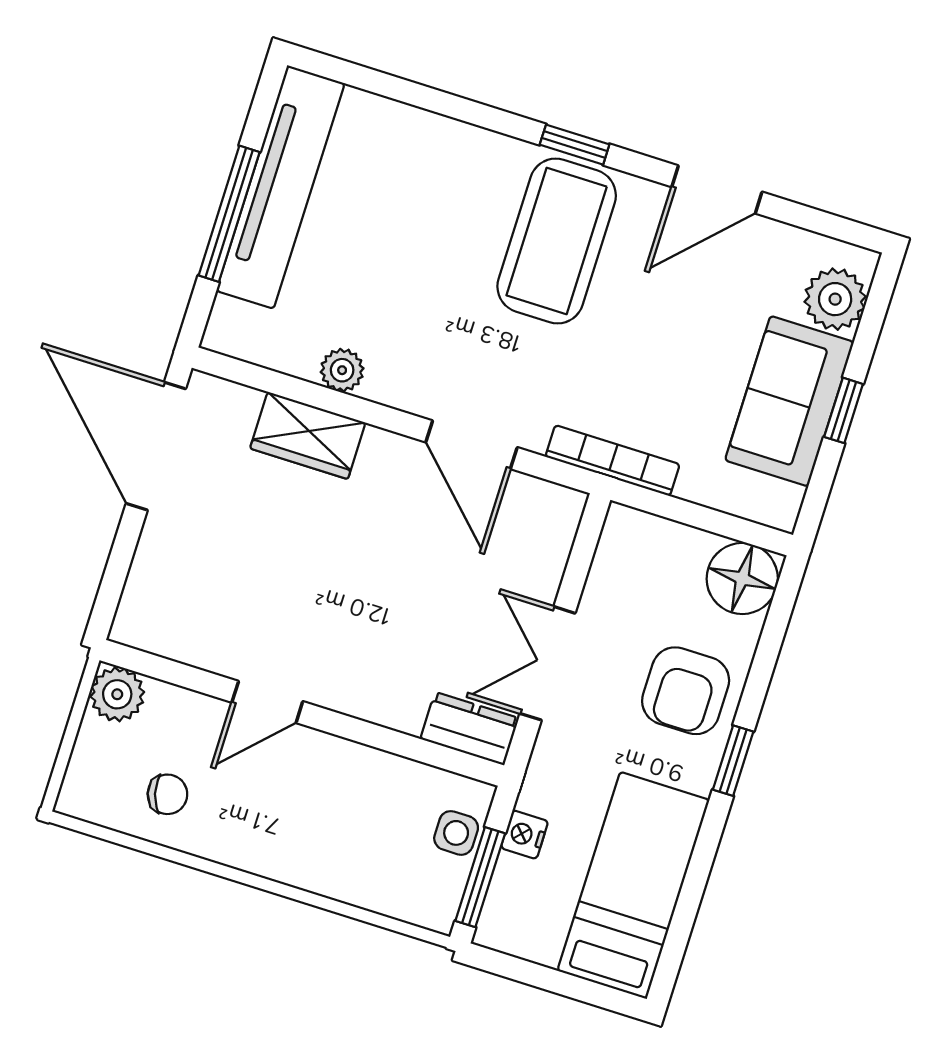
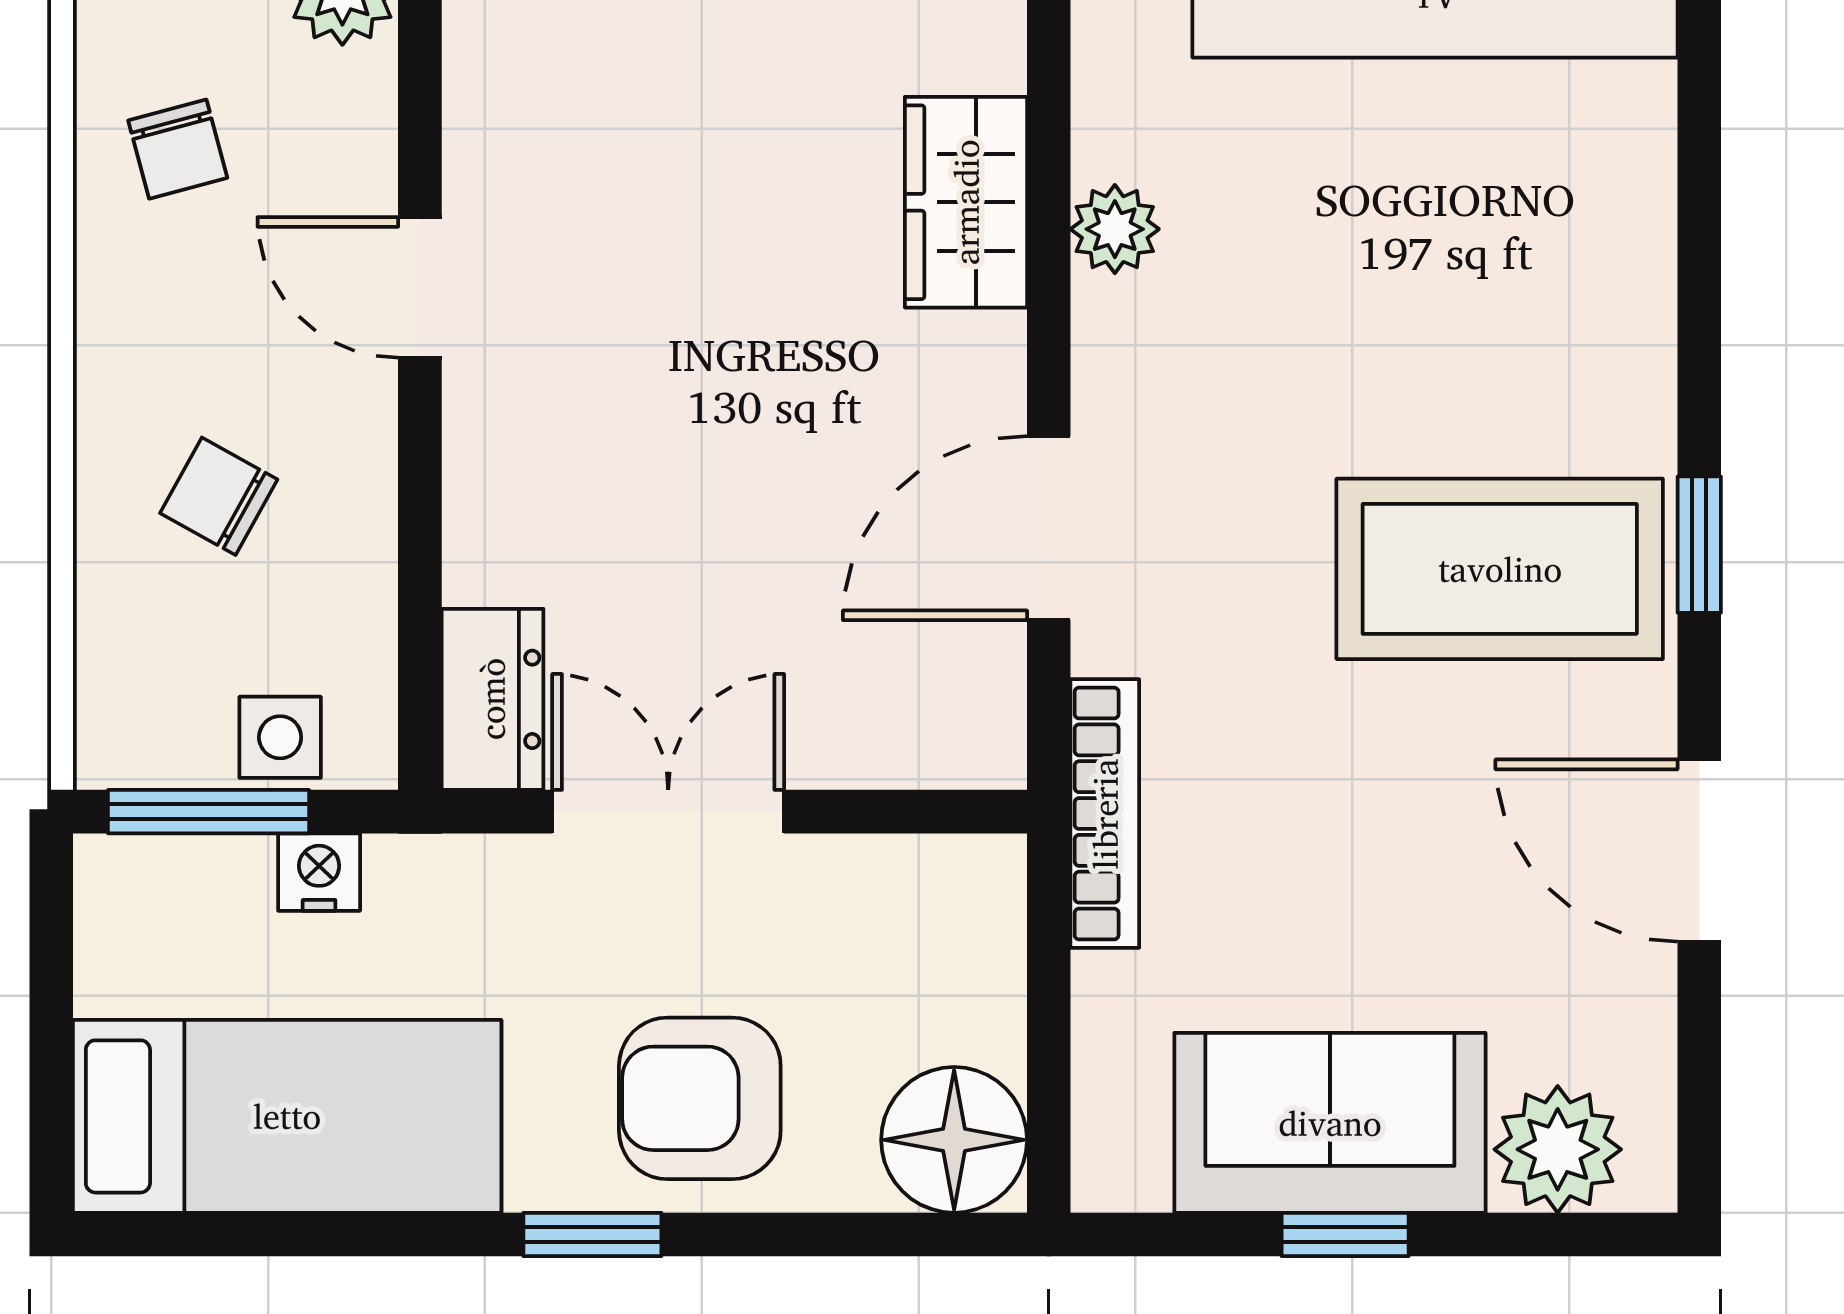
chair: (335, 826) -> (219, 496), added

